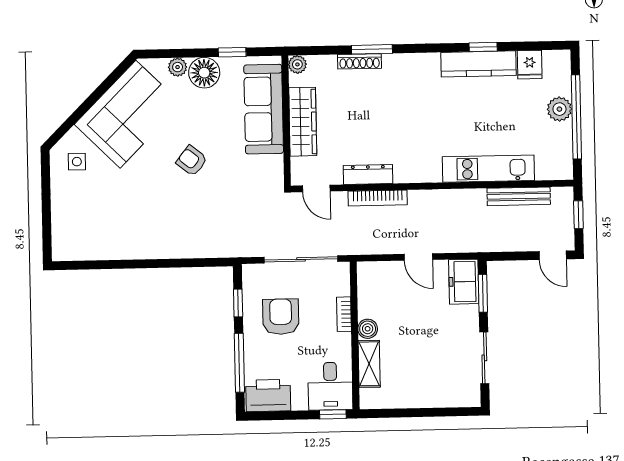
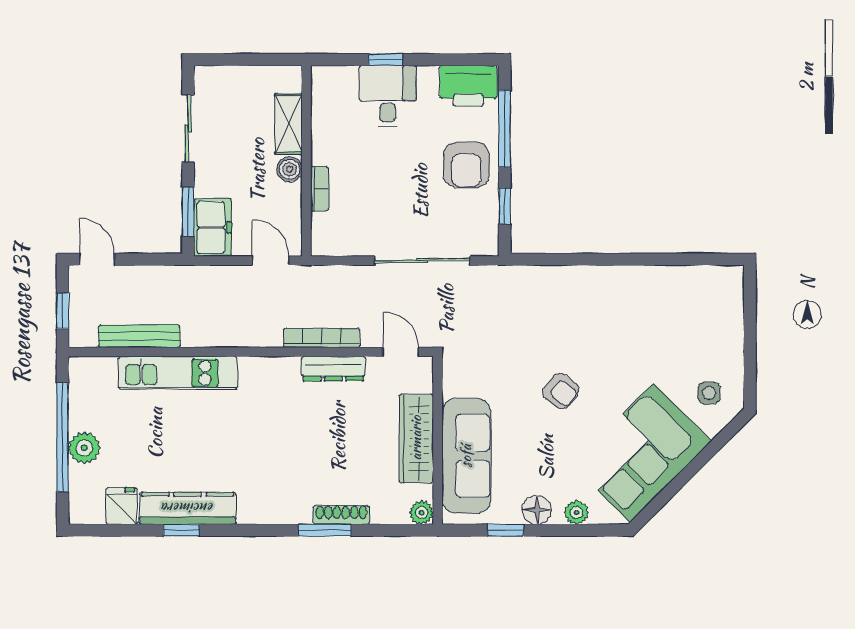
floor lamp: (204, 73) -> (537, 510), width x0.73, depth x0.73
bookcase: (344, 314) -> (320, 189), moved
armchair: (281, 317) -> (466, 165), moved
boiler: (368, 329) -> (290, 169), moved
wall: (355, 336) -> (306, 161), moved
shelving: (369, 364) -> (289, 124), moved

